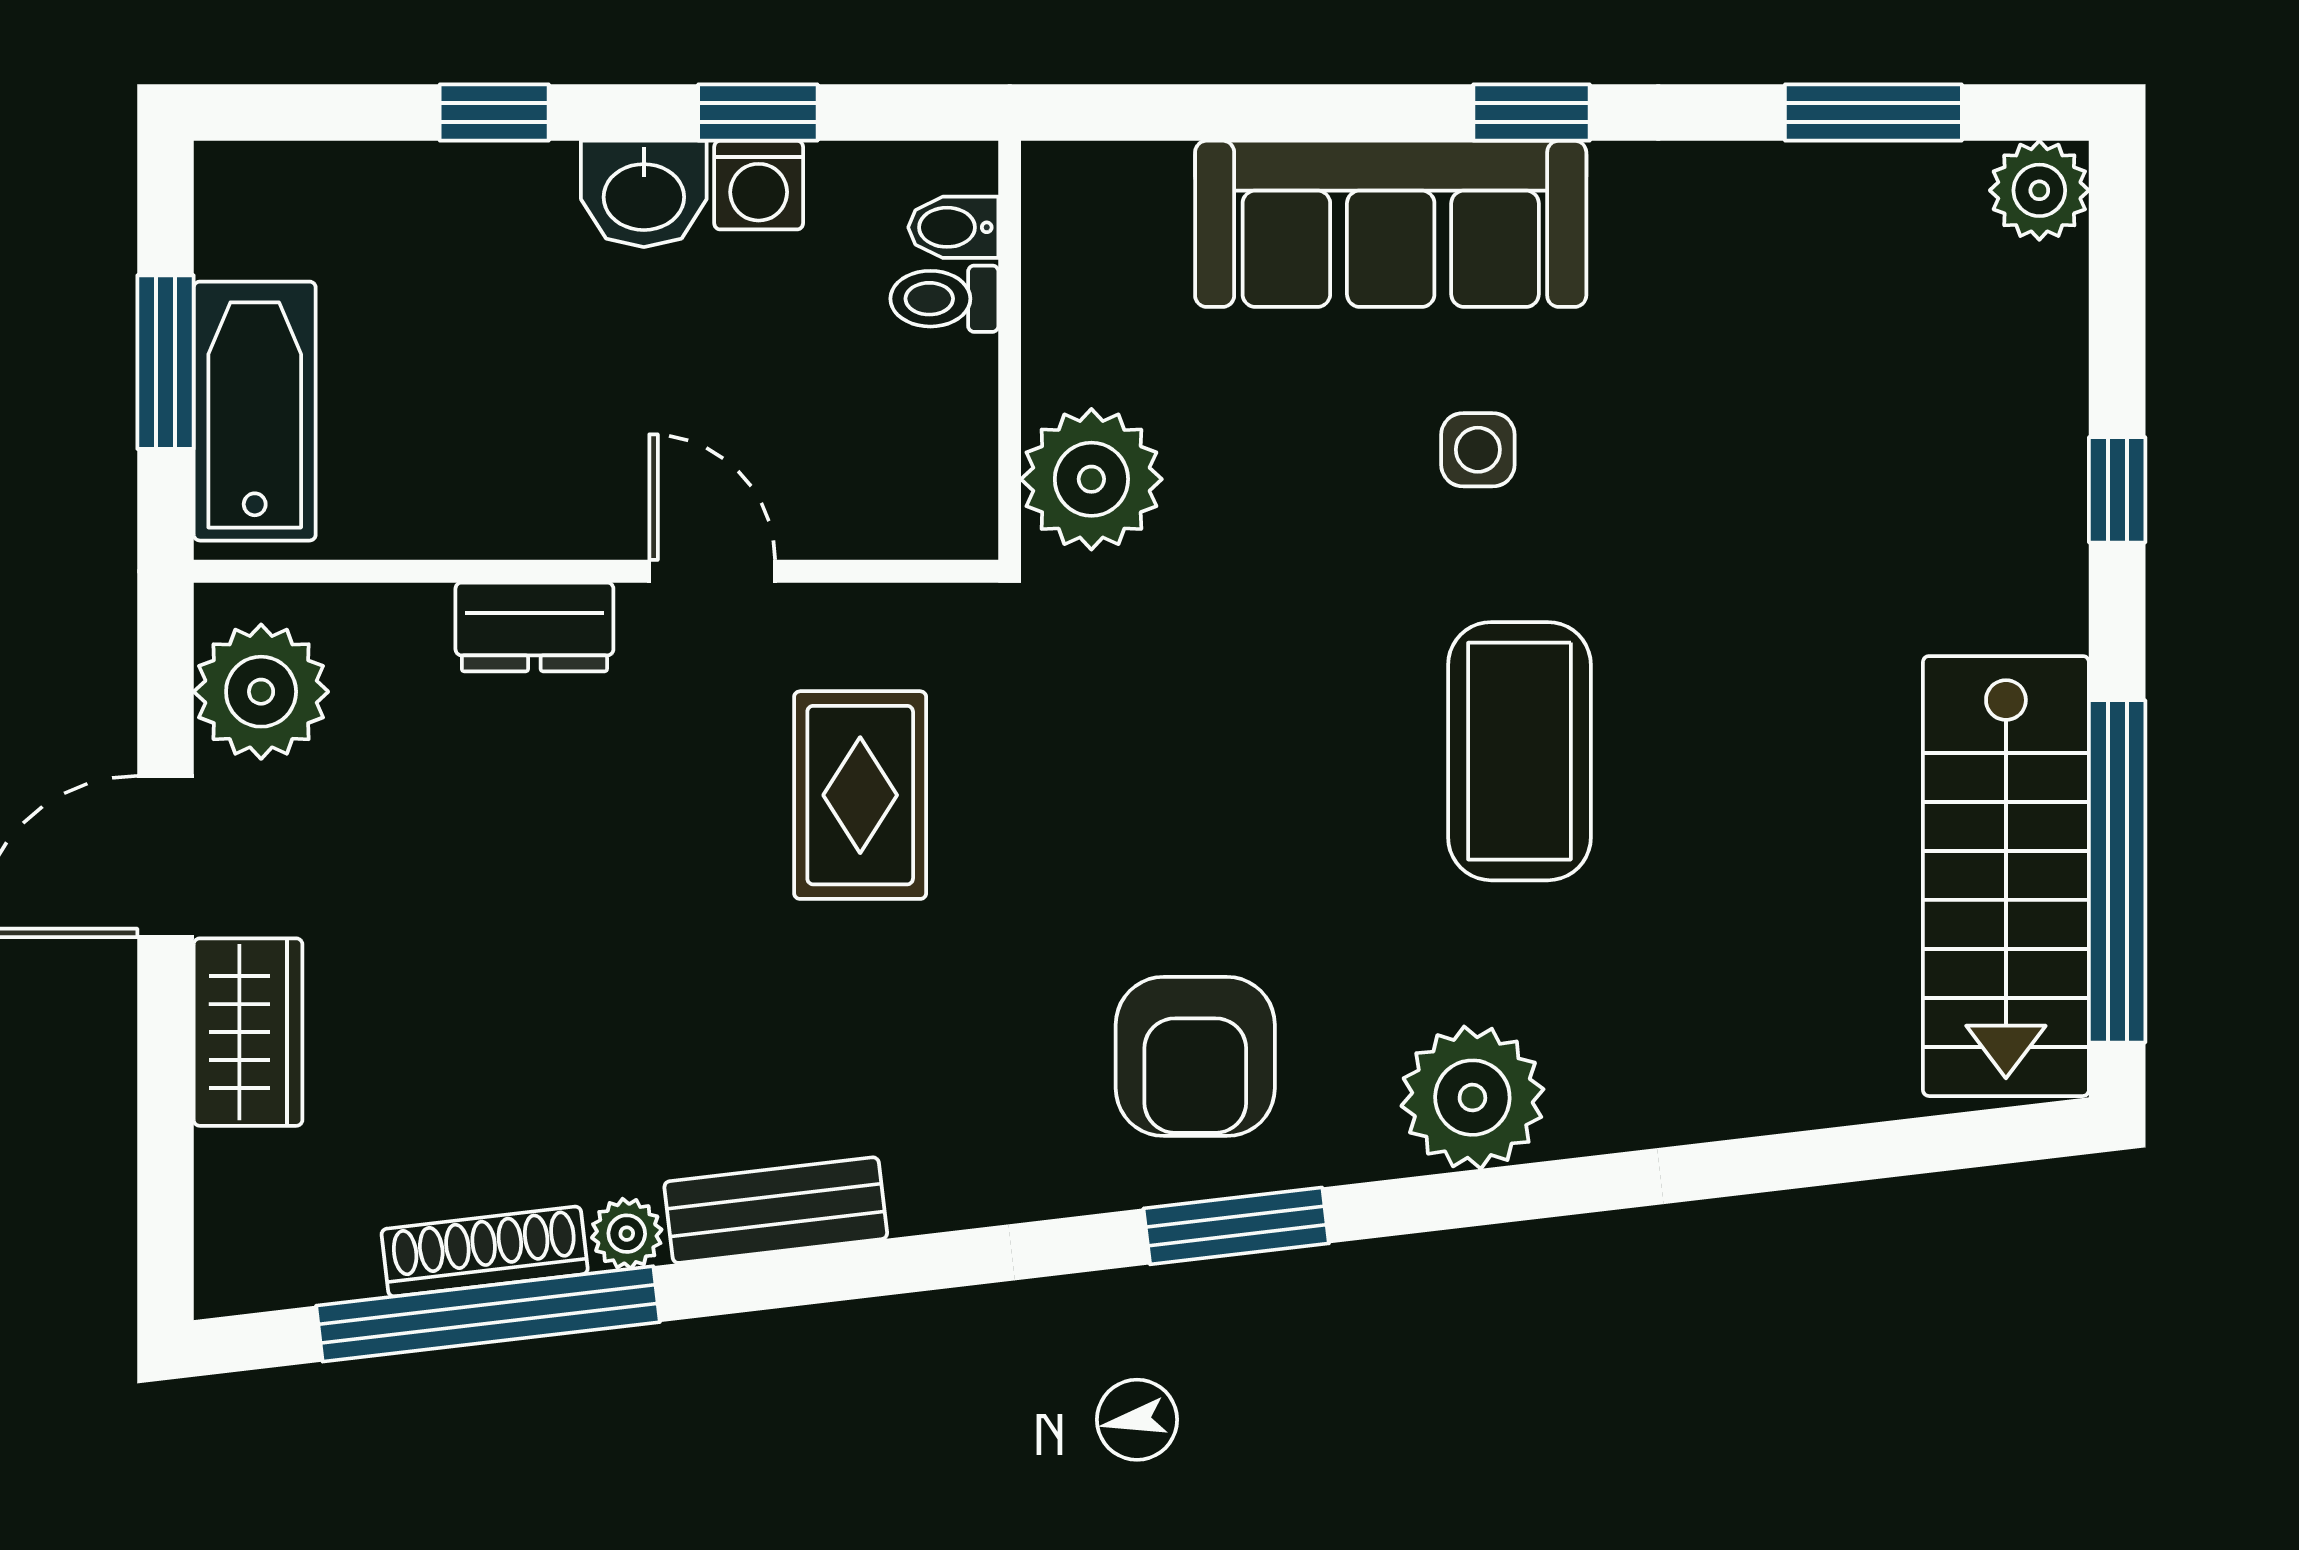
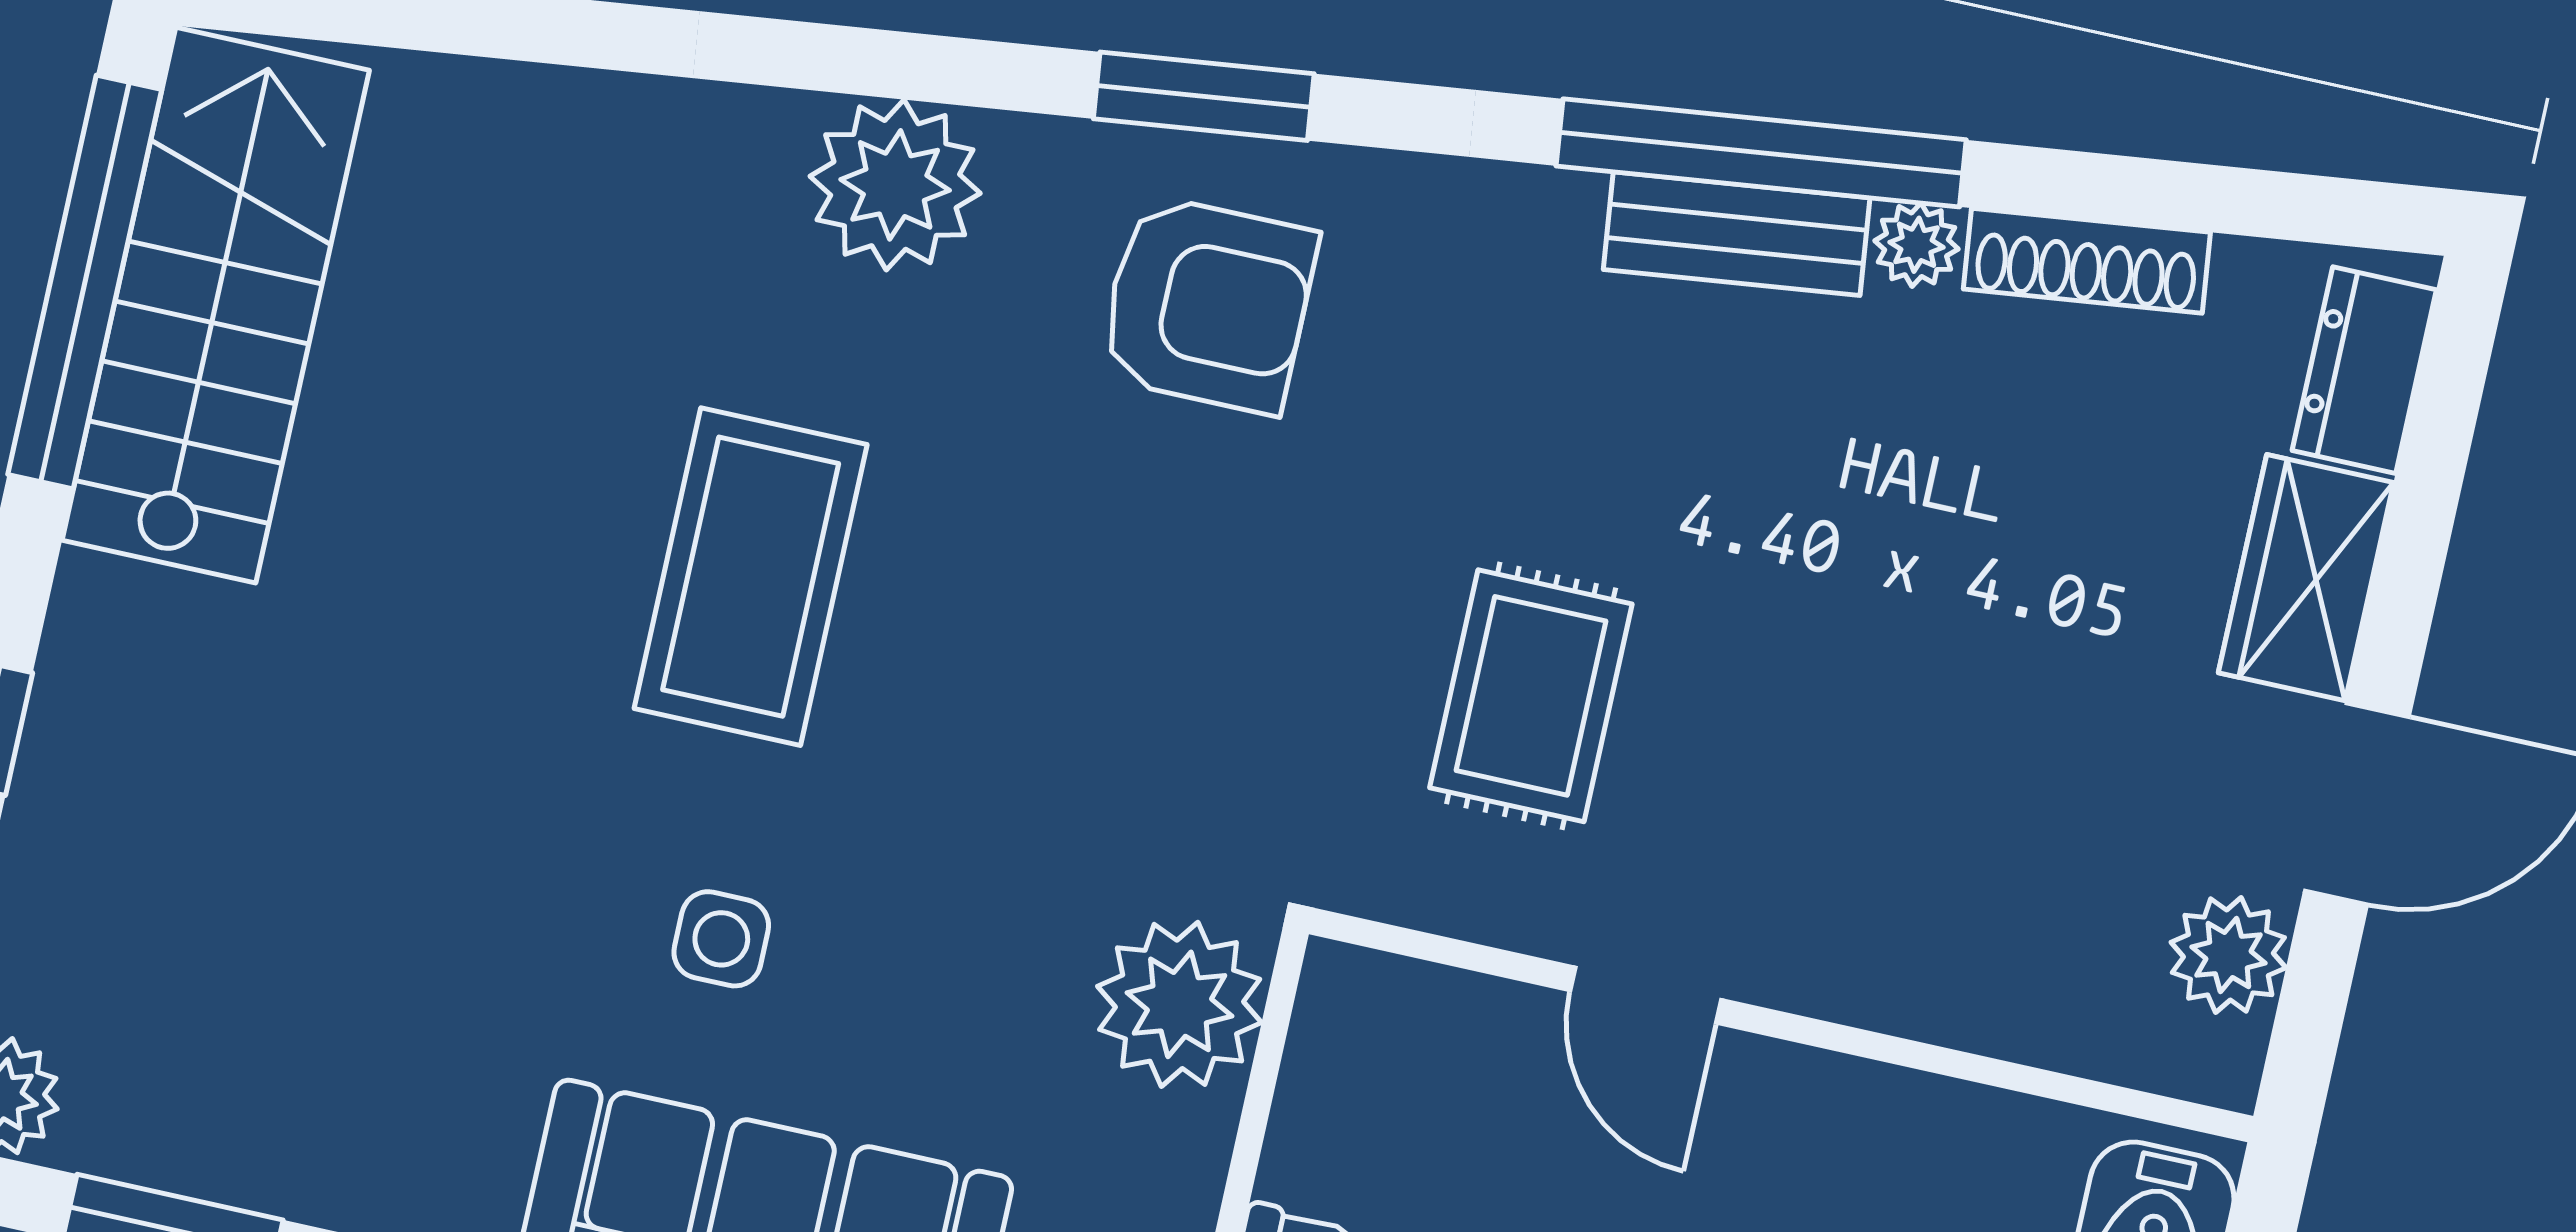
dresser: (534, 627) -> (2364, 370), moved, turned -90
plant: (261, 692) -> (2228, 955), width x0.73, depth x0.73
armchair: (1195, 1056) -> (1208, 304), turned 90
window: (488, 1314) -> (1761, 153), moved

